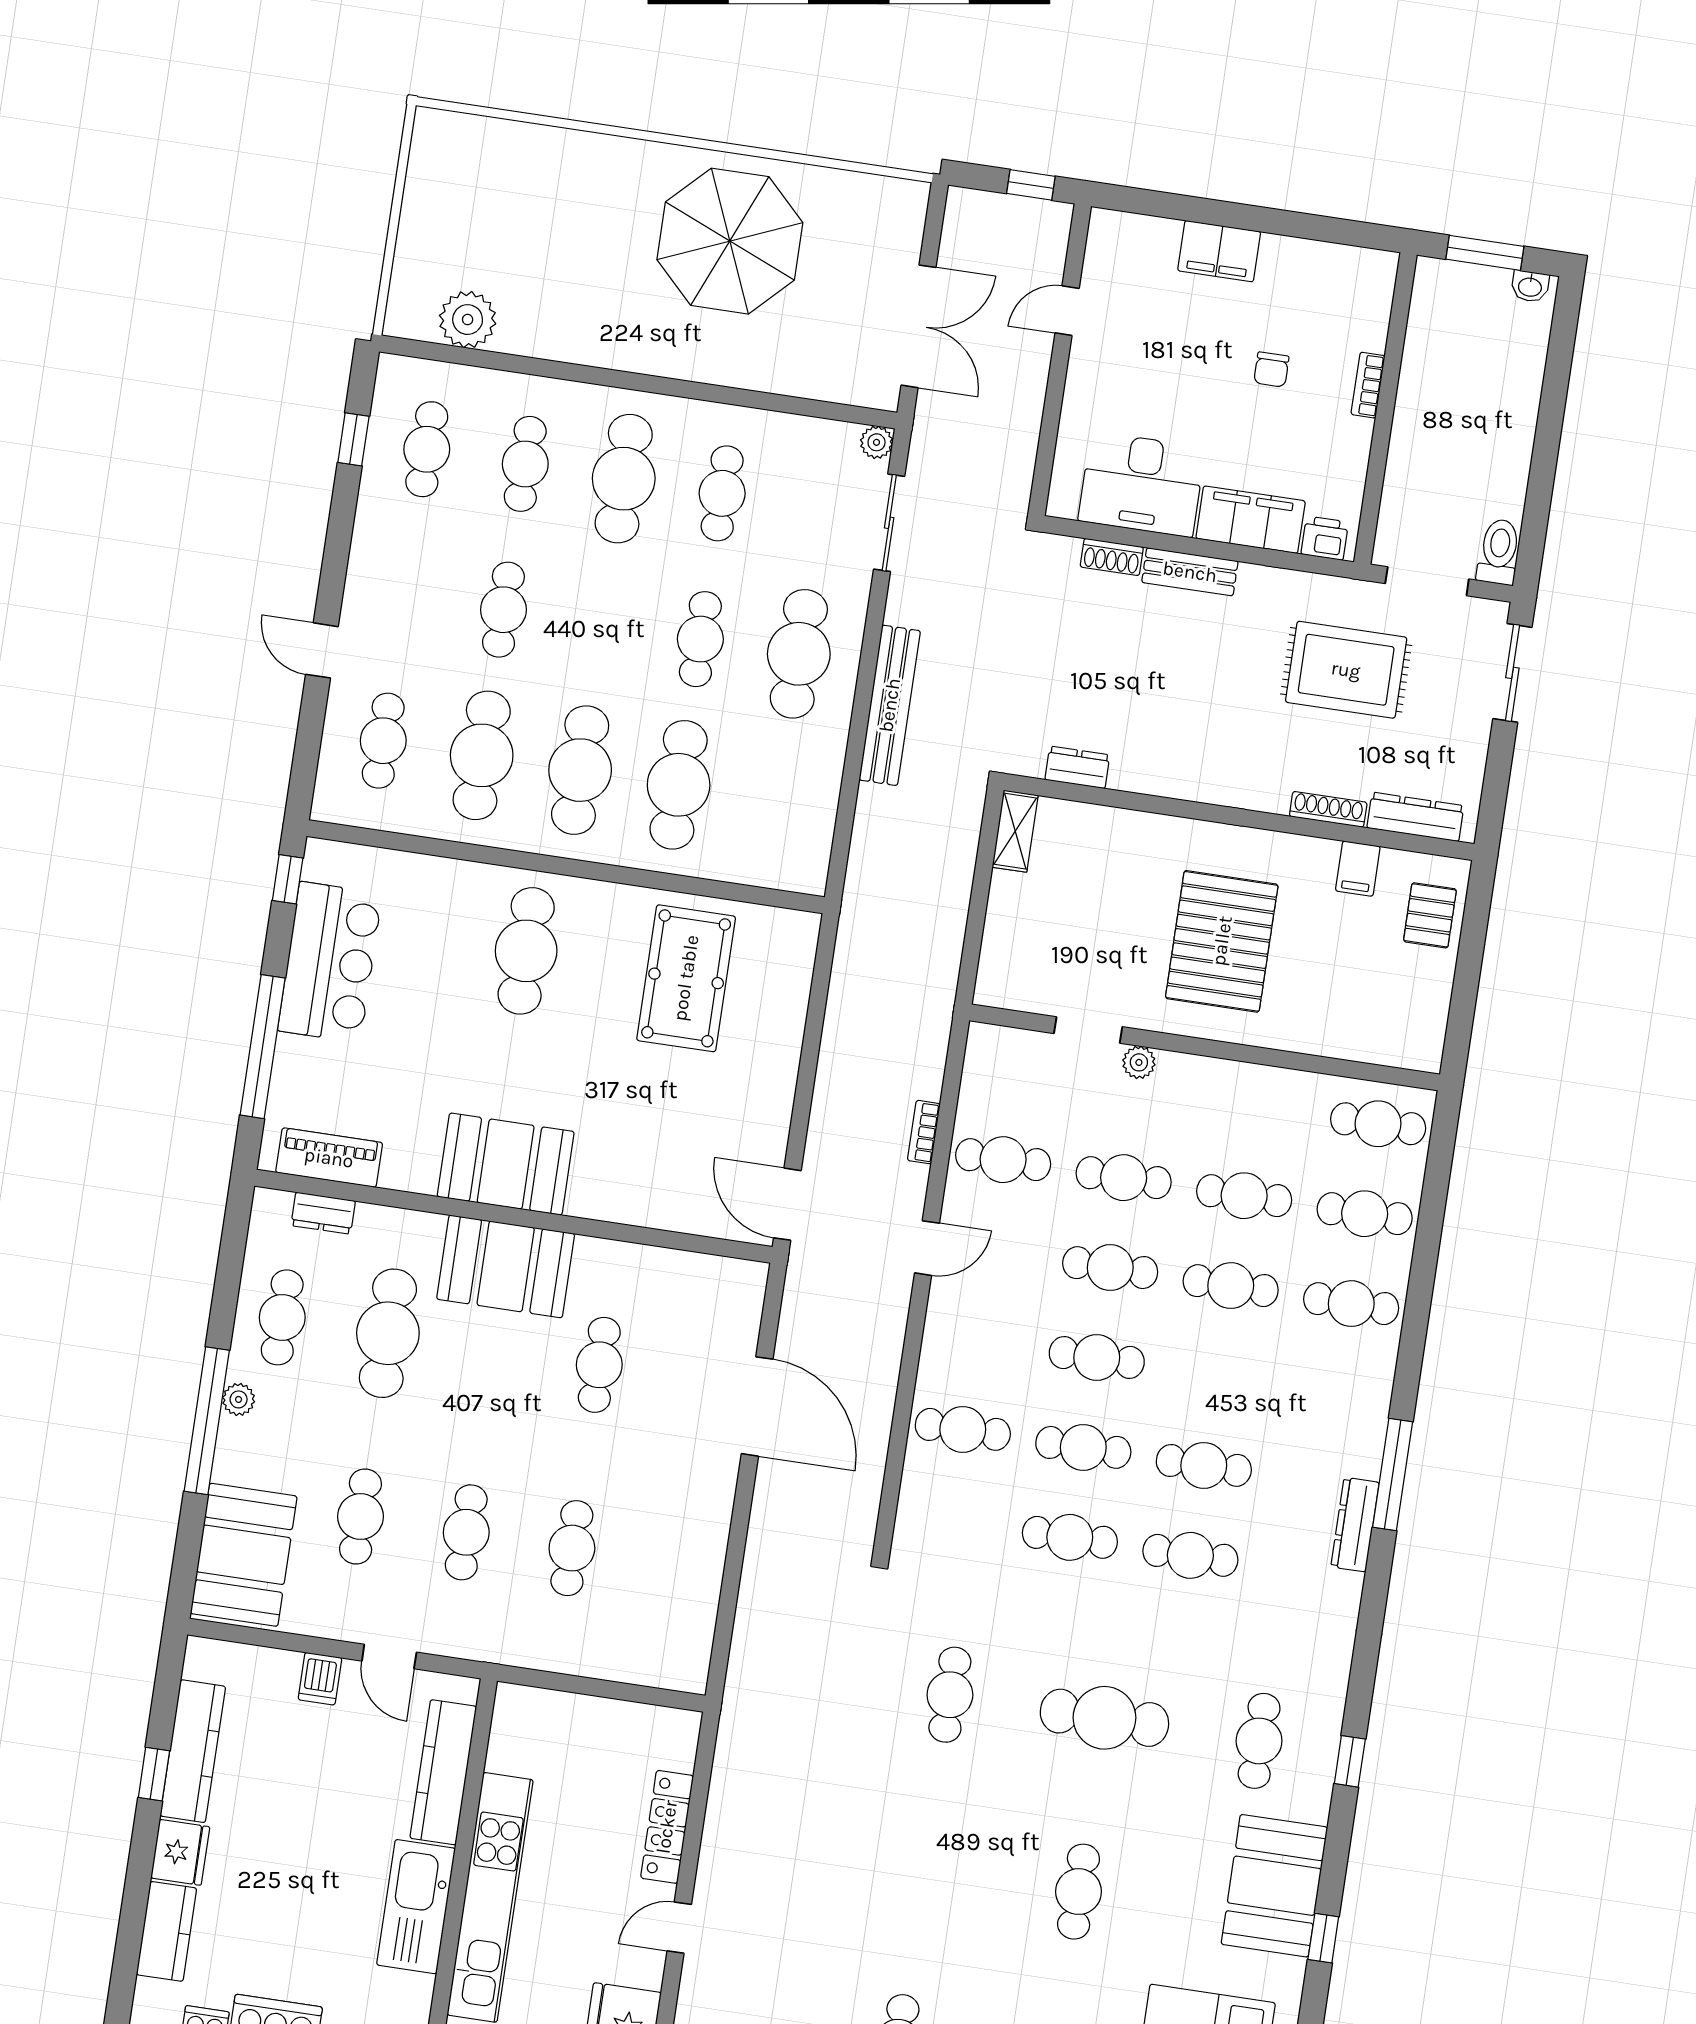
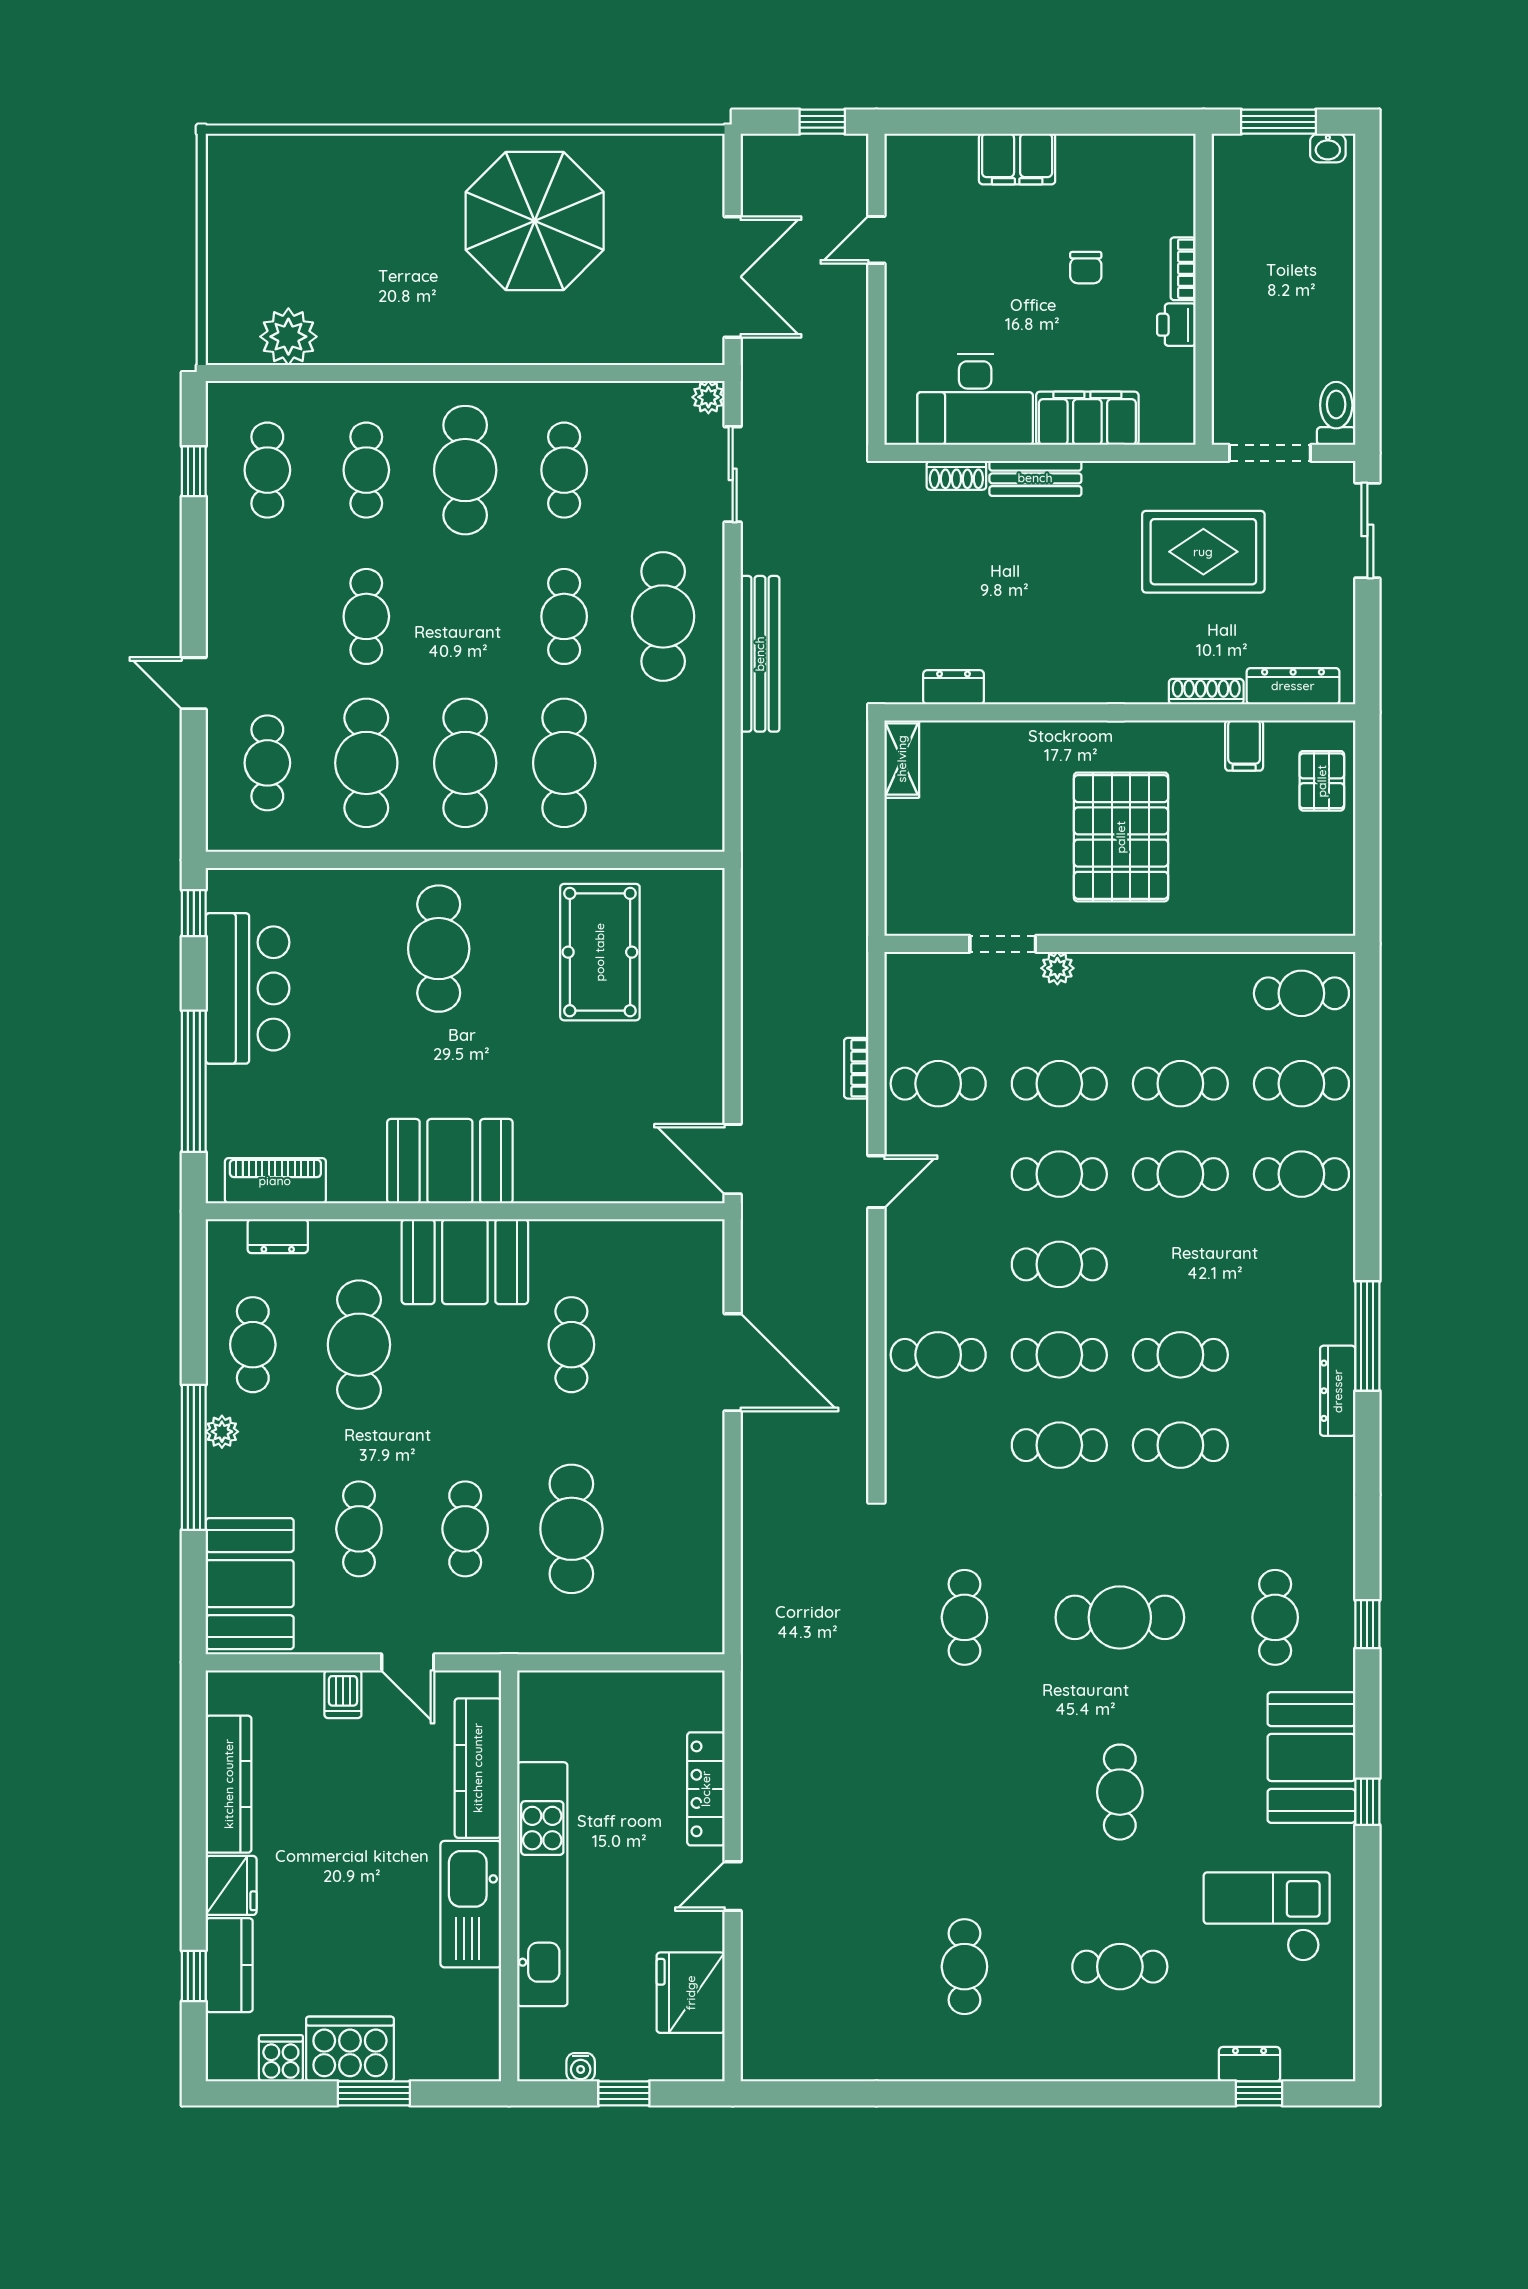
printer: (1325, 538) -> (1176, 325), moved, turned -90
cafe table: (572, 1548) -> (571, 1529), width x1.37, depth x1.35
window: (154, 1774) -> (194, 1976), moved

